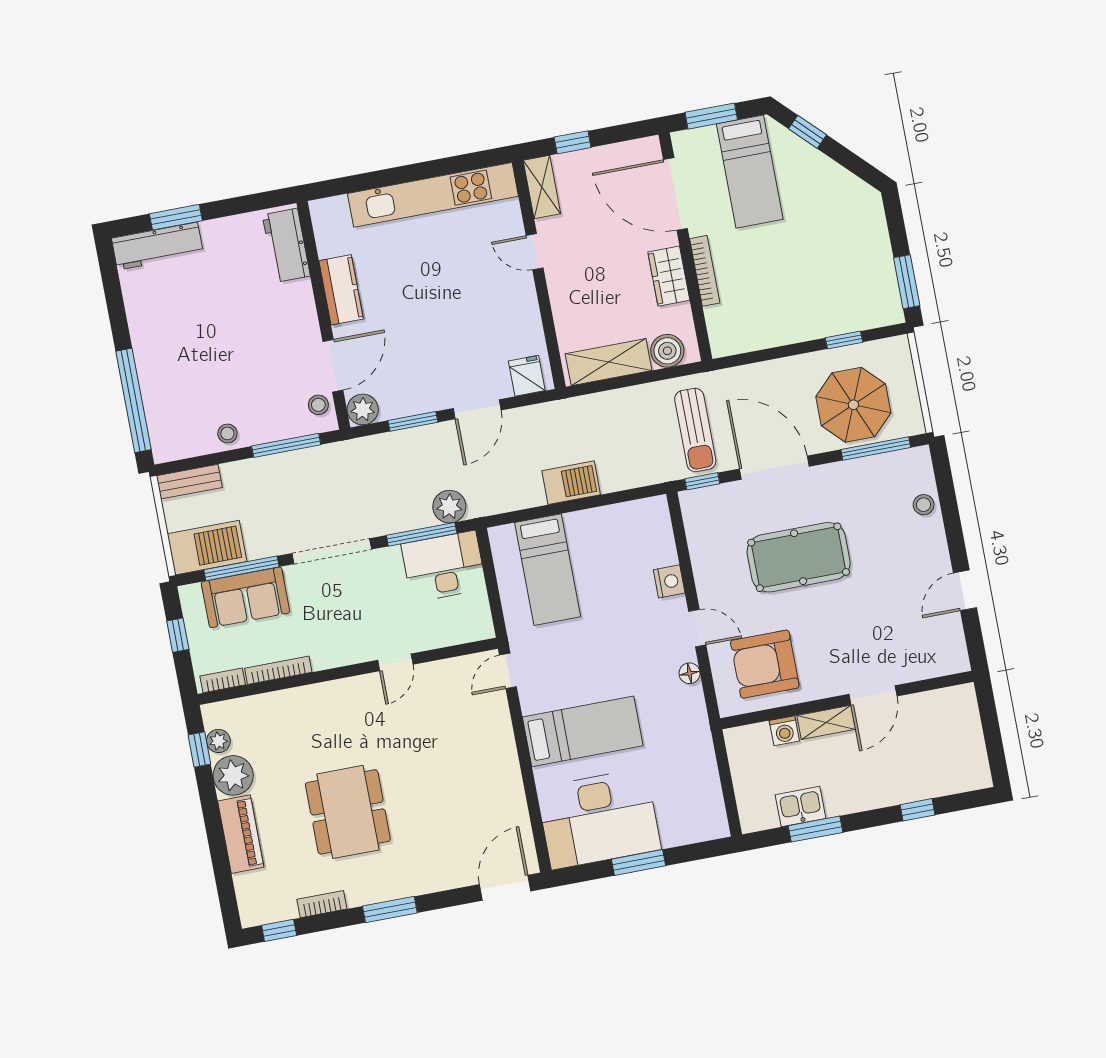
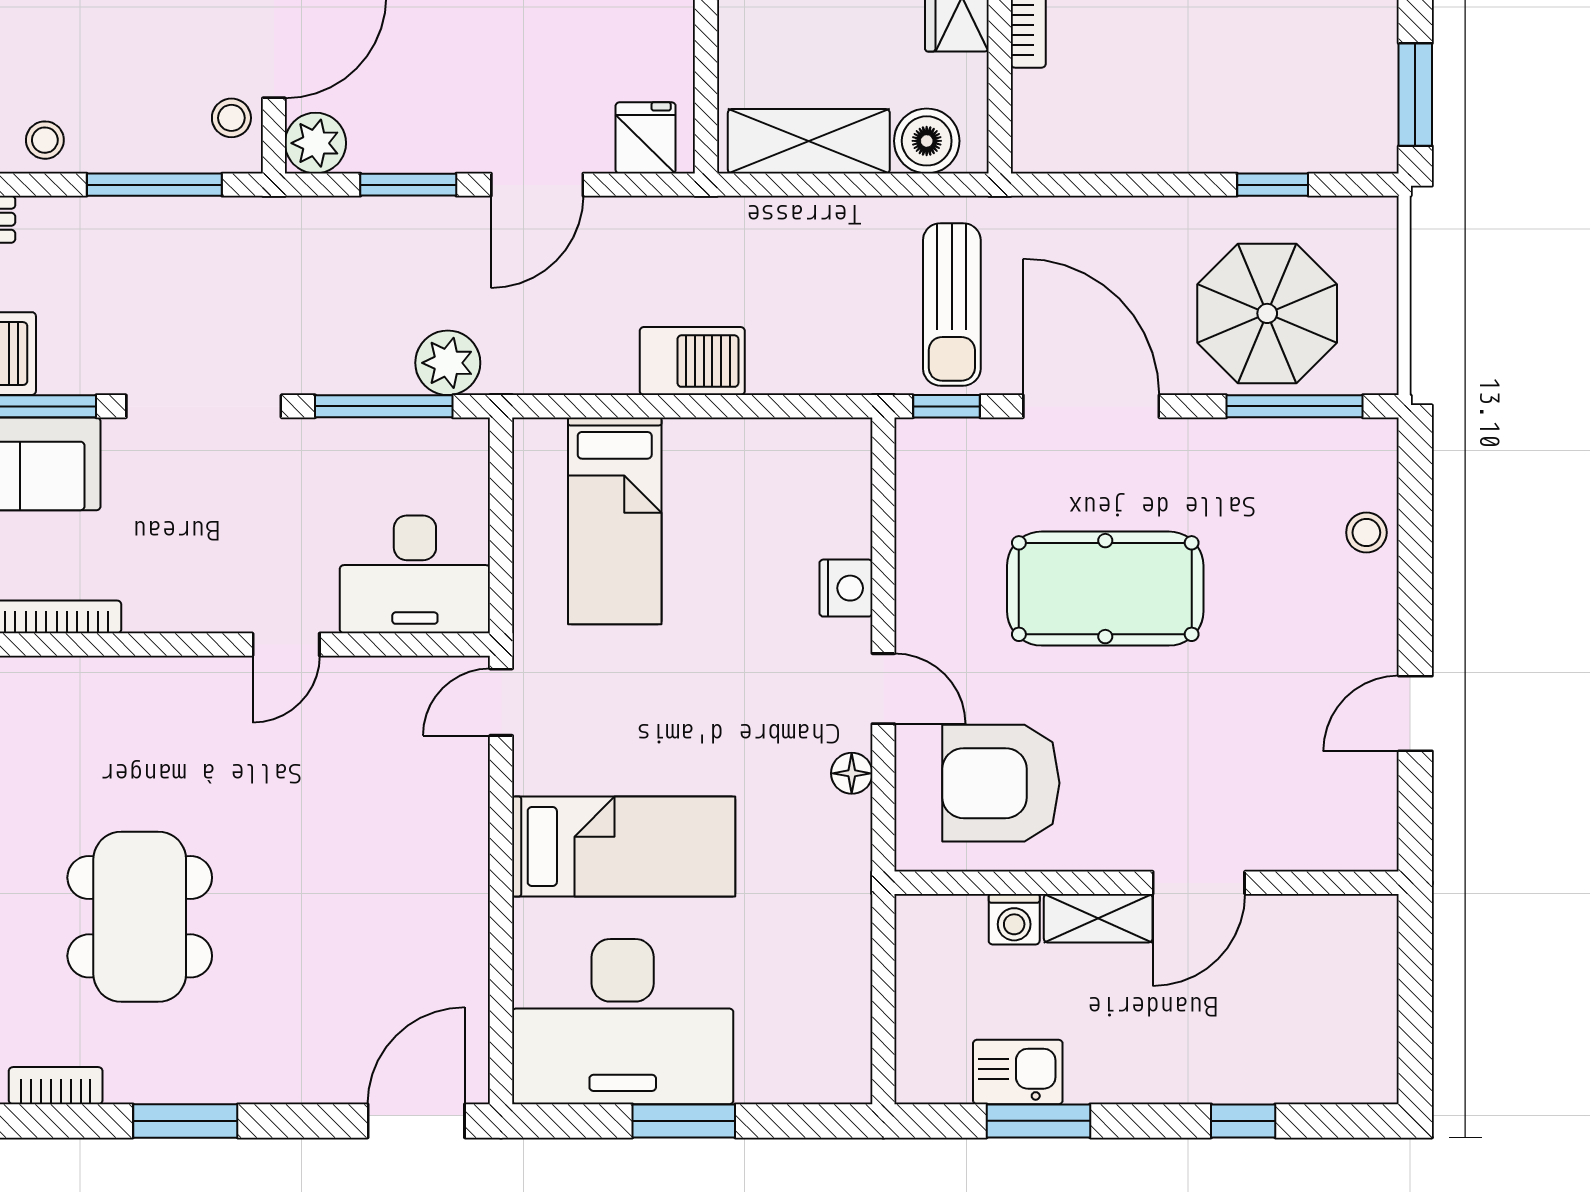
desk: (444, 566) -> (415, 574), moved, turned 180

